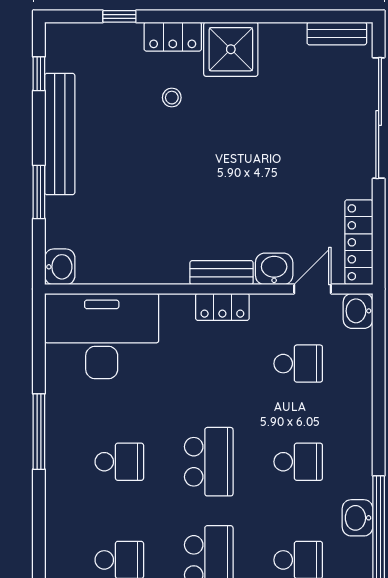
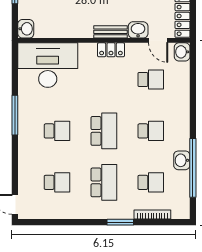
door: (313, 289) -> (158, 40), swing flipped

